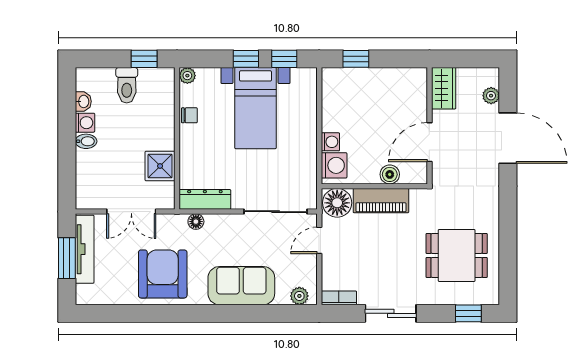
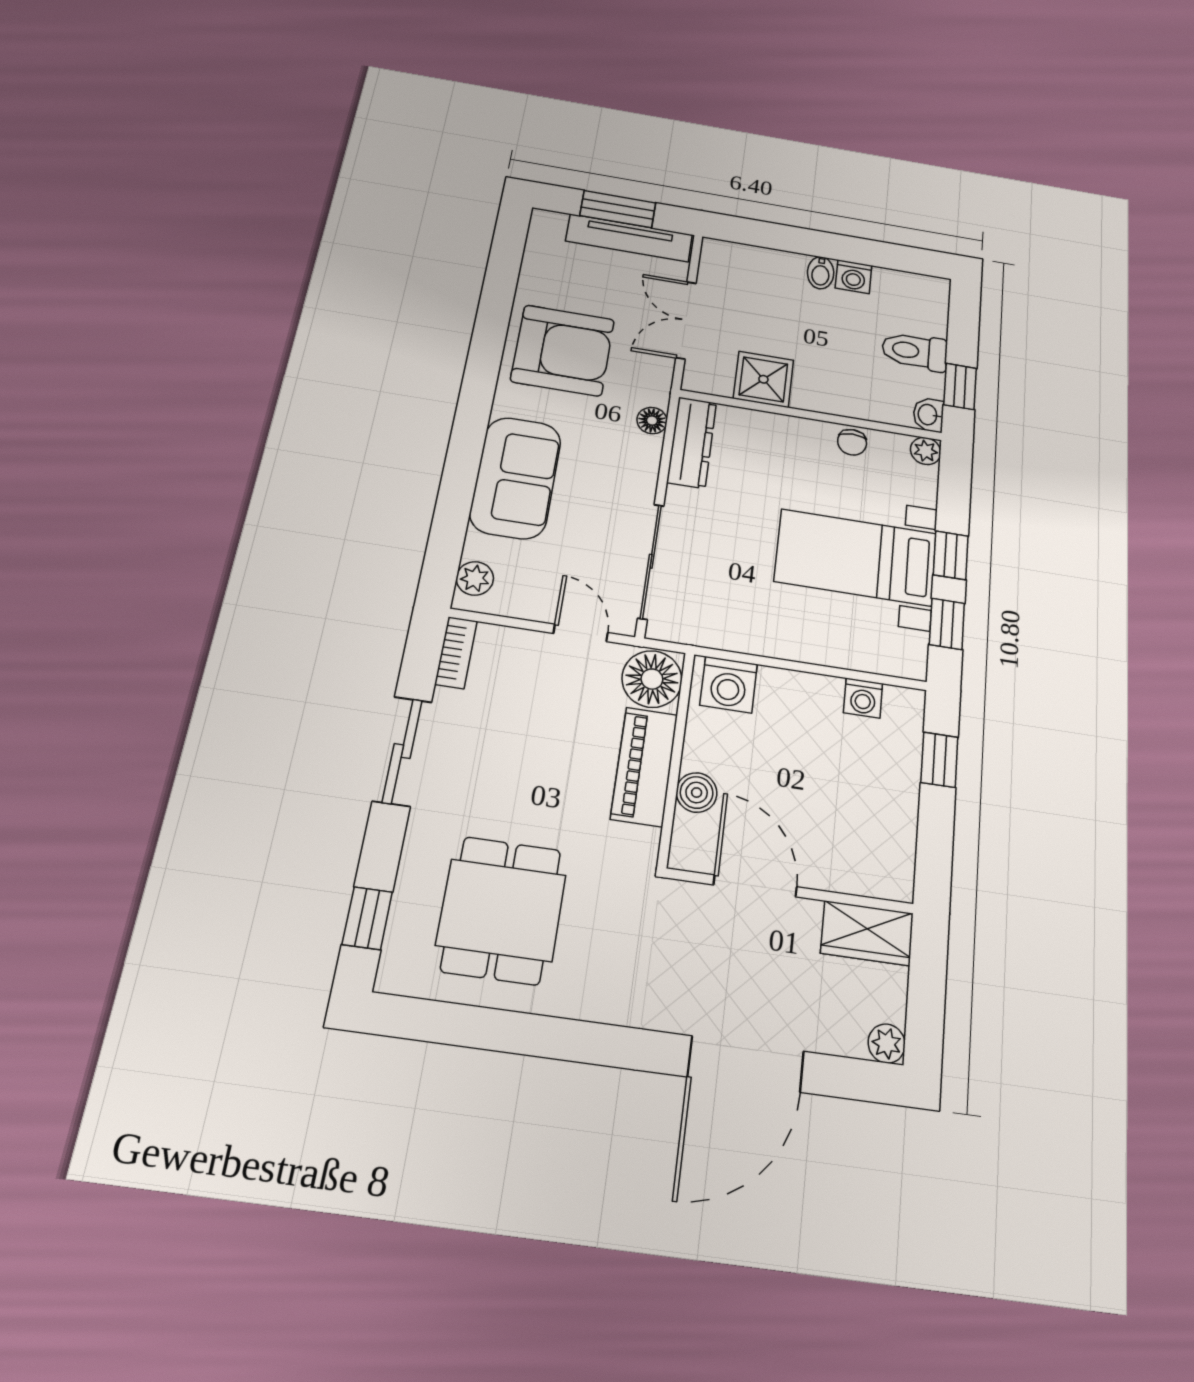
plant: (491, 96) -> (887, 1043), moved
washbasin: (83, 101) -> (928, 415), moved, turned 90
washing machine: (330, 142) -> (863, 698), moved

